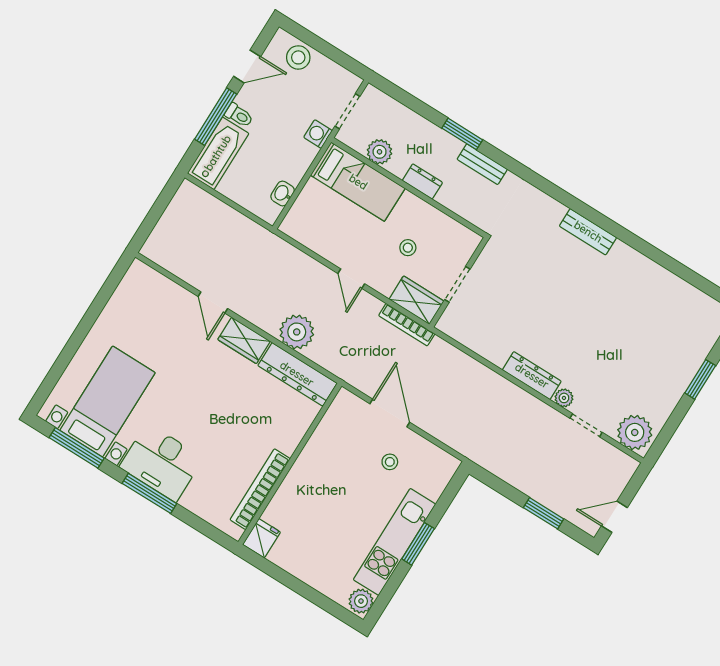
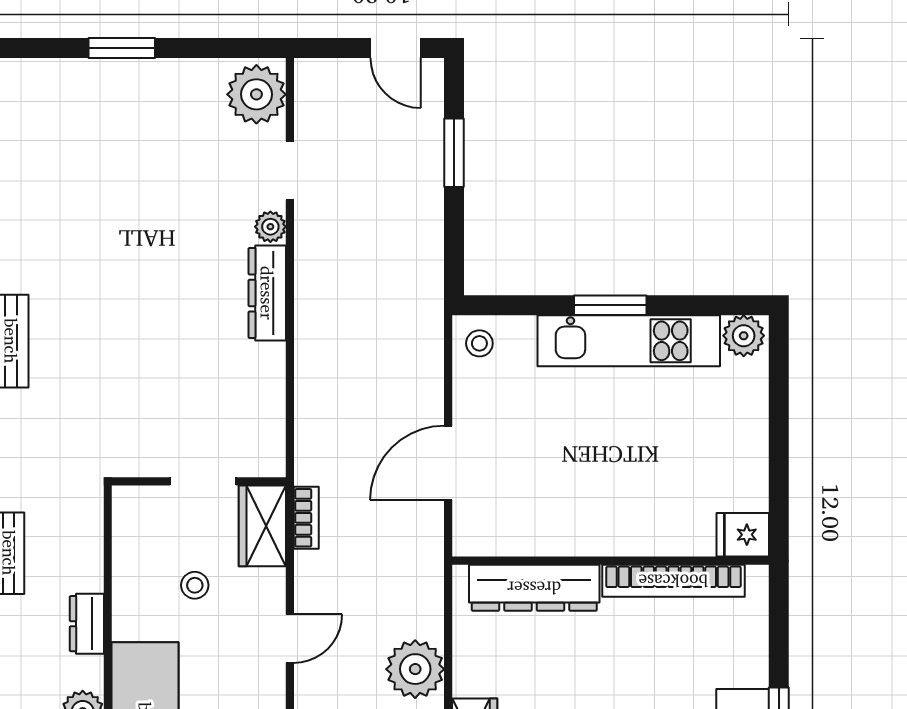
bookcase: (407, 325) -> (306, 518), width x0.64
dresser: (297, 374) -> (534, 588), moved, turned 90
stool: (390, 462) -> (479, 343), moved

